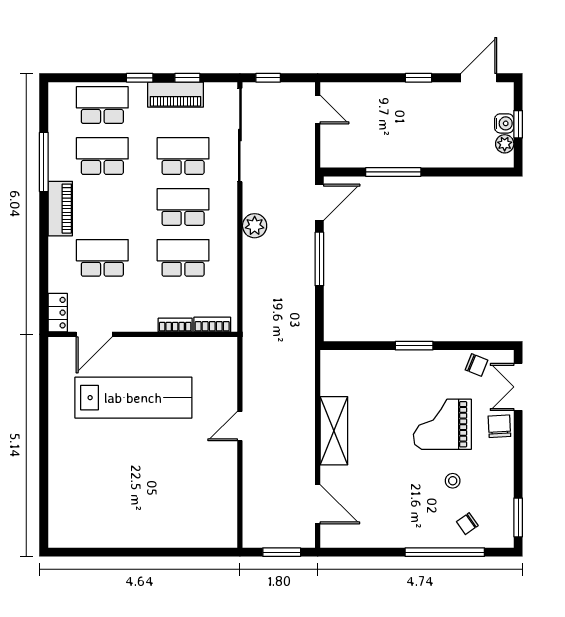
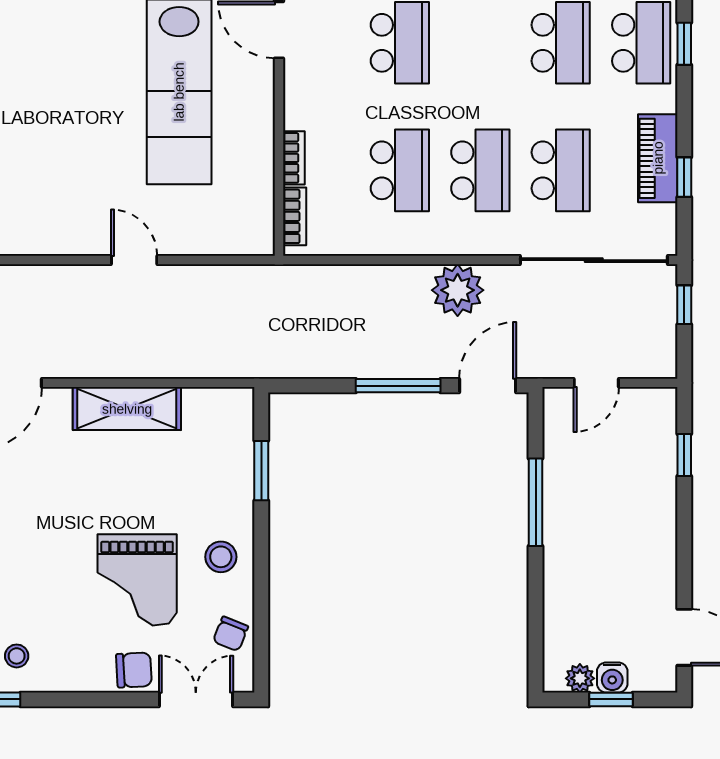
window: (140, 78) -> (684, 44), moved
window: (418, 78) -> (684, 455), moved
door: (318, 109) -> (596, 383), moved
door: (319, 202) -> (488, 386), swing flipped
plant: (255, 226) -> (458, 290), width x1.36, depth x1.36
window: (414, 346) -> (261, 471), moved
stool: (428, 371) -> (221, 557), added
grand piano: (442, 424) -> (137, 580), turned 180
stool: (453, 481) -> (17, 656), moved

